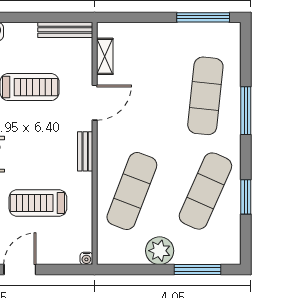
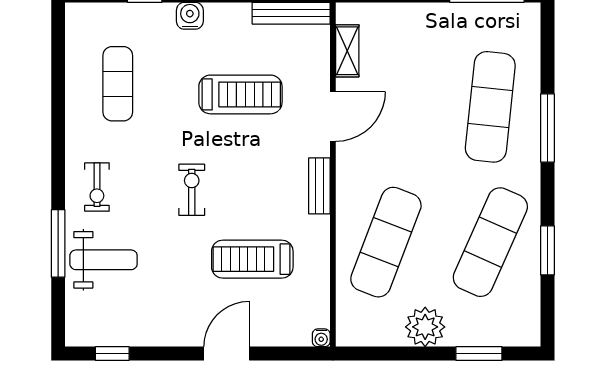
window: (197, 269) -> (479, 354), width x0.69

